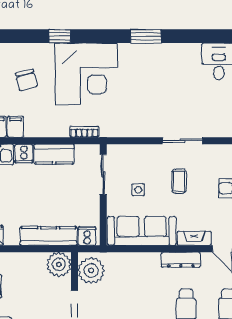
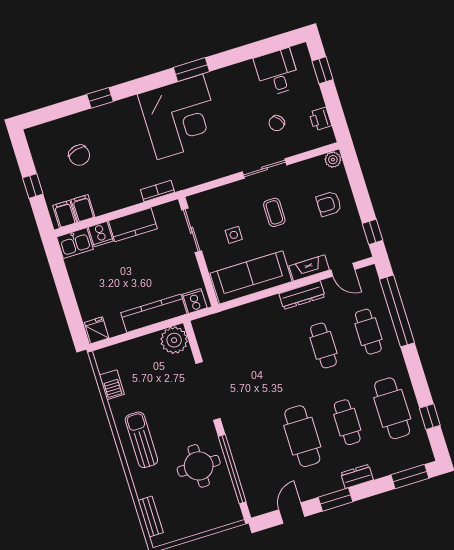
corner desk: (86, 74) -> (180, 117), moved
chair: (205, 105) -> (277, 123), added
plant: (91, 270) -> (210, 336), removed

